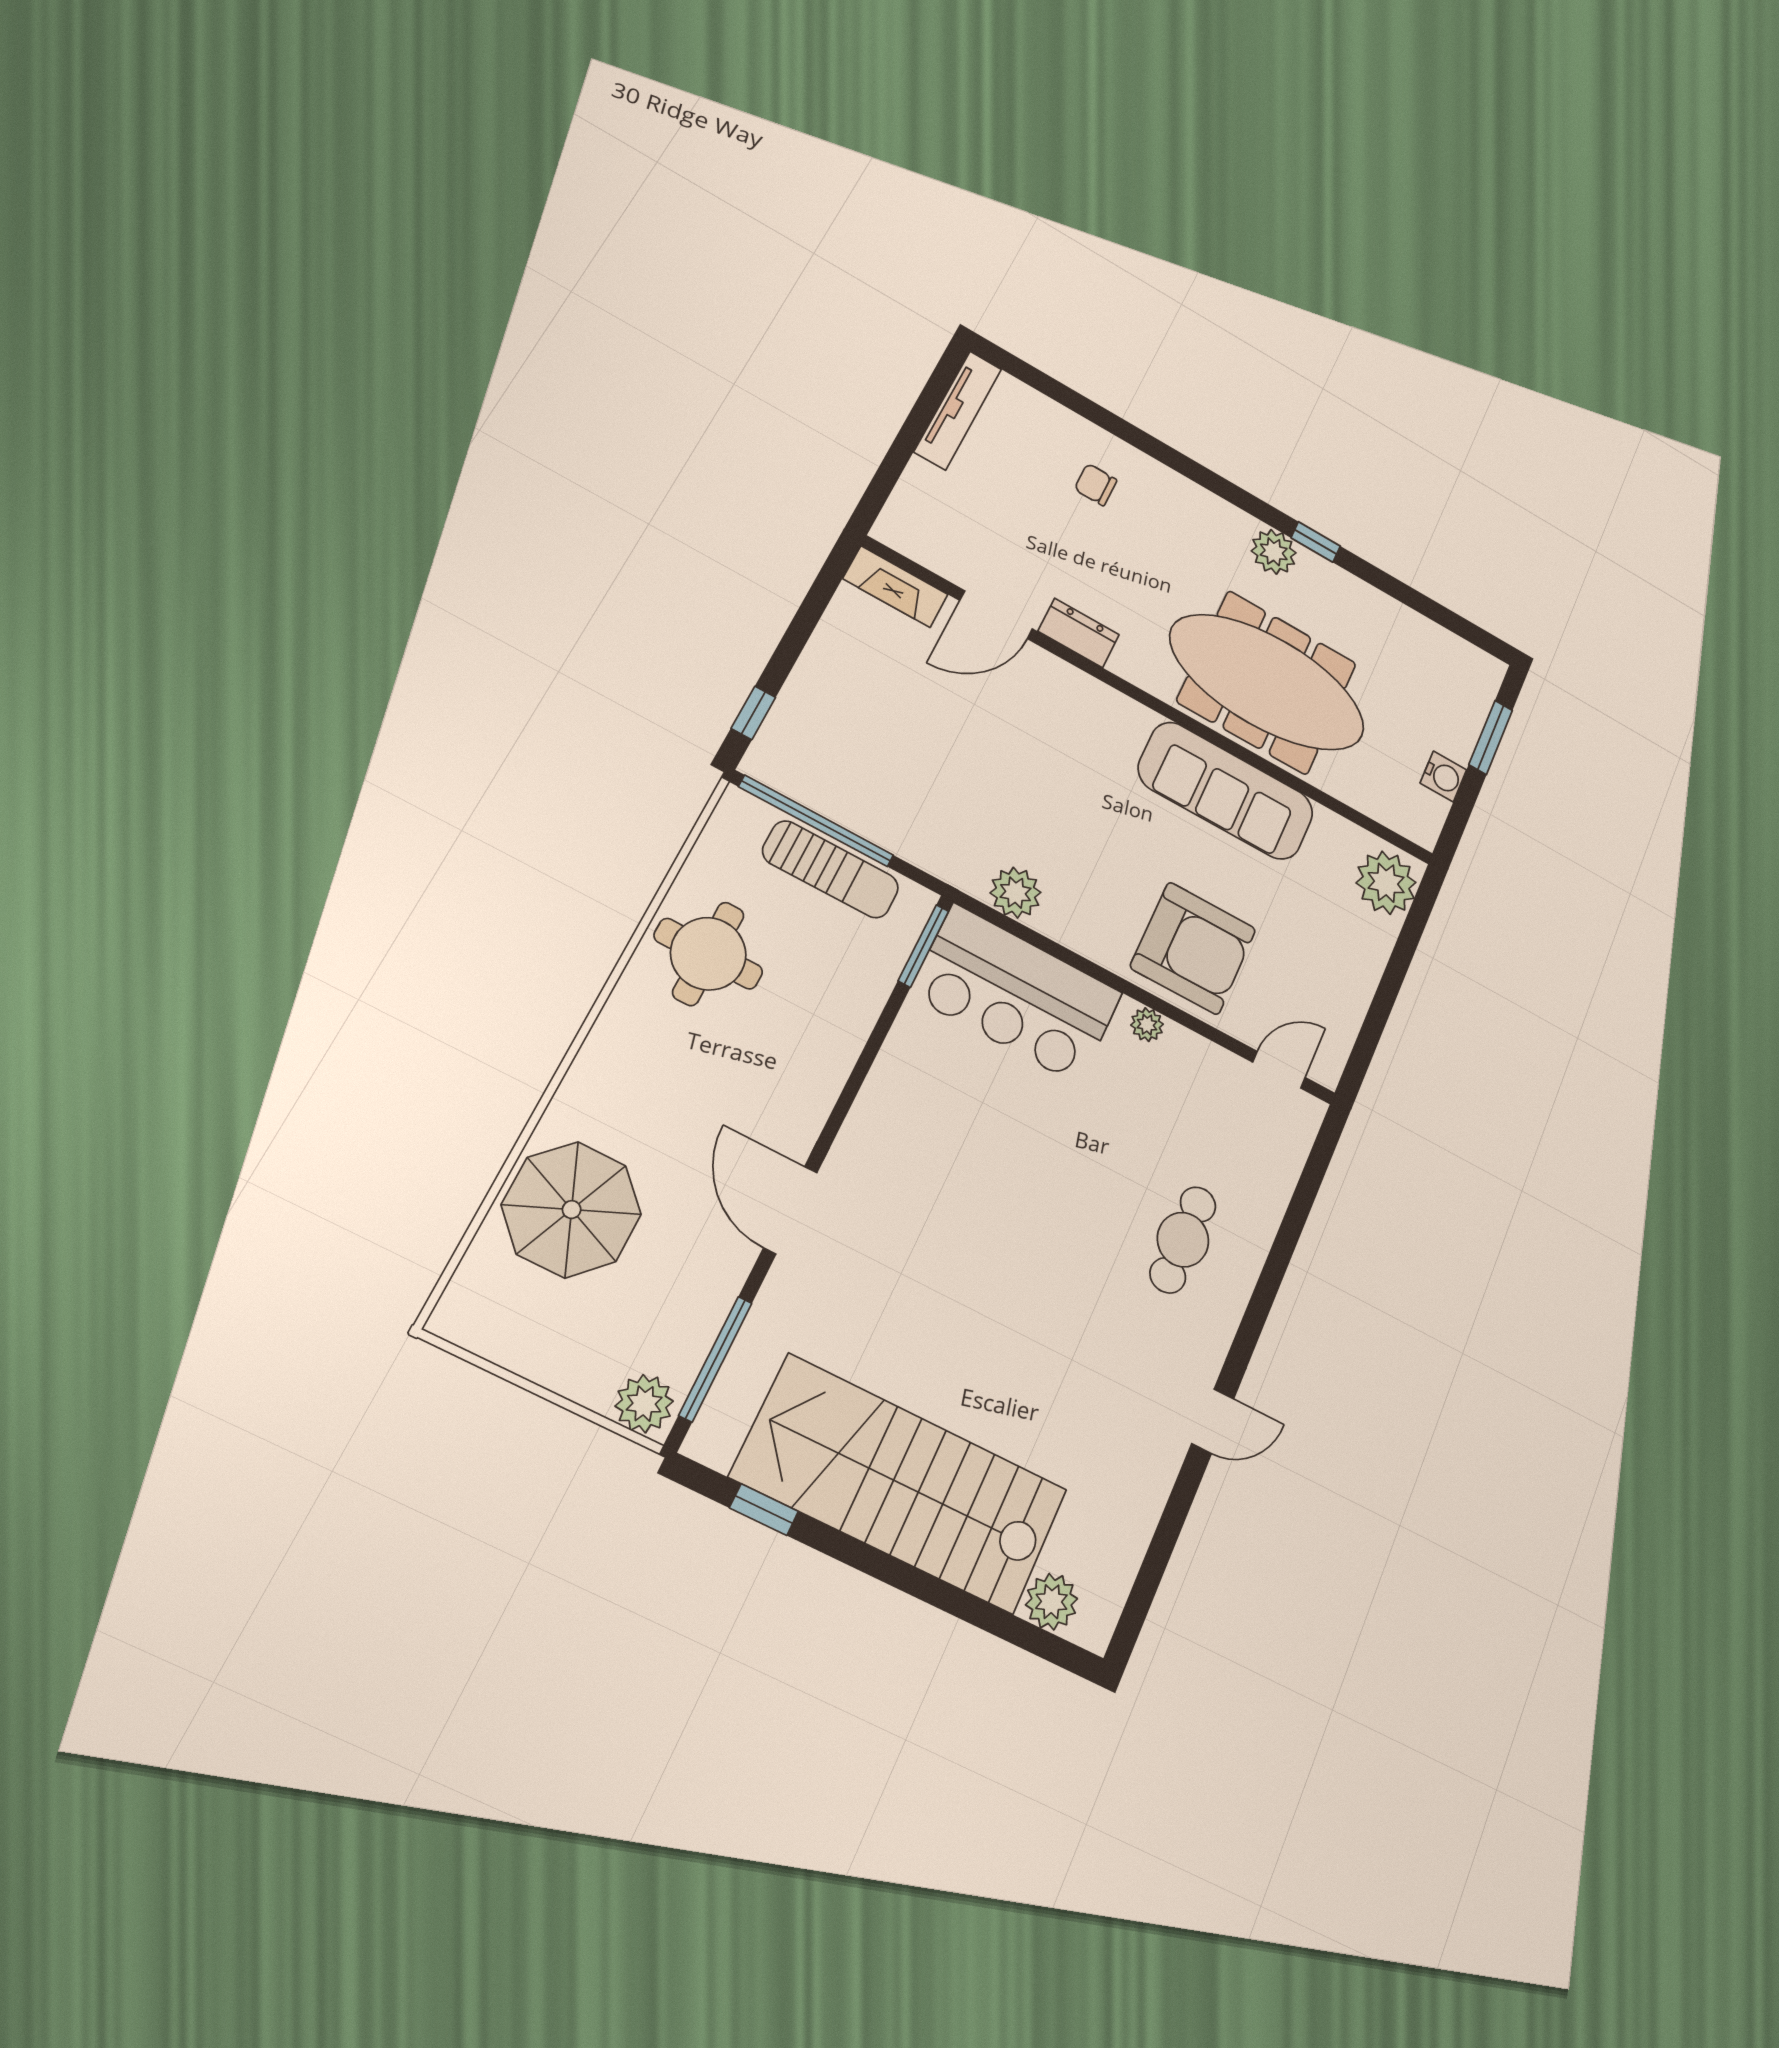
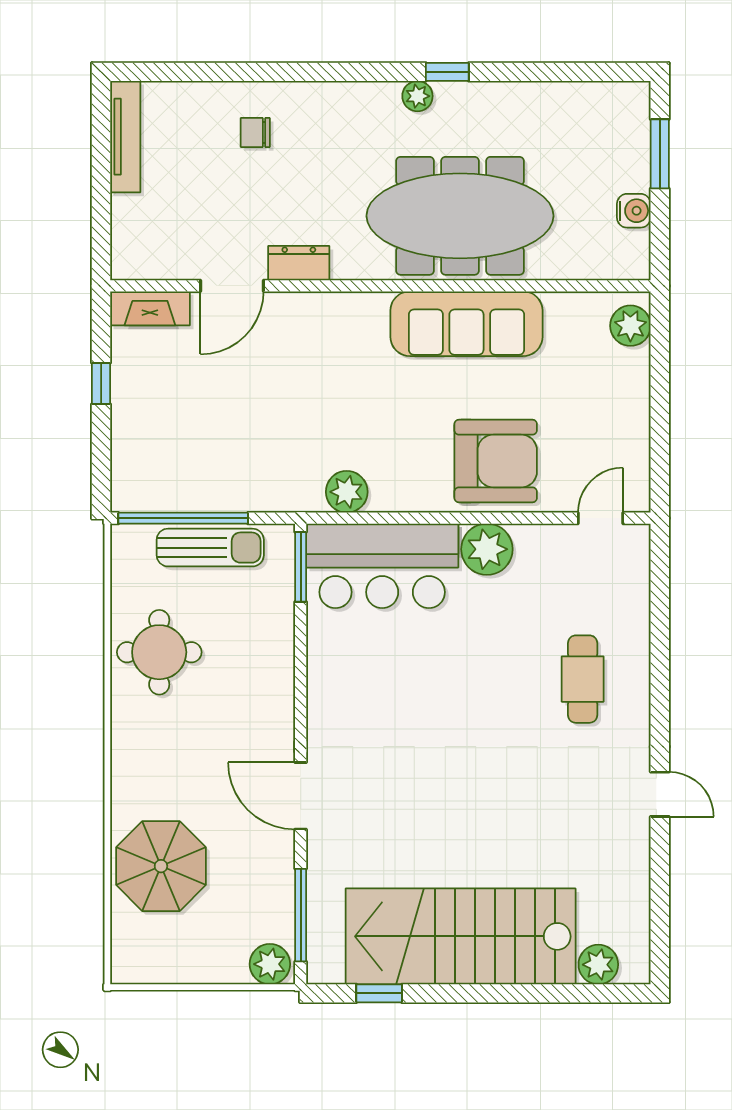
plant: (1274, 552) -> (417, 96), width x0.73, depth x0.73
window: (753, 713) -> (101, 383), moved
plant: (1386, 883) -> (630, 326), width x0.73, depth x0.73
plant: (1147, 1025) -> (487, 549), width x1.88, depth x1.88
door: (1213, 1421) -> (660, 794), hinge flipped

